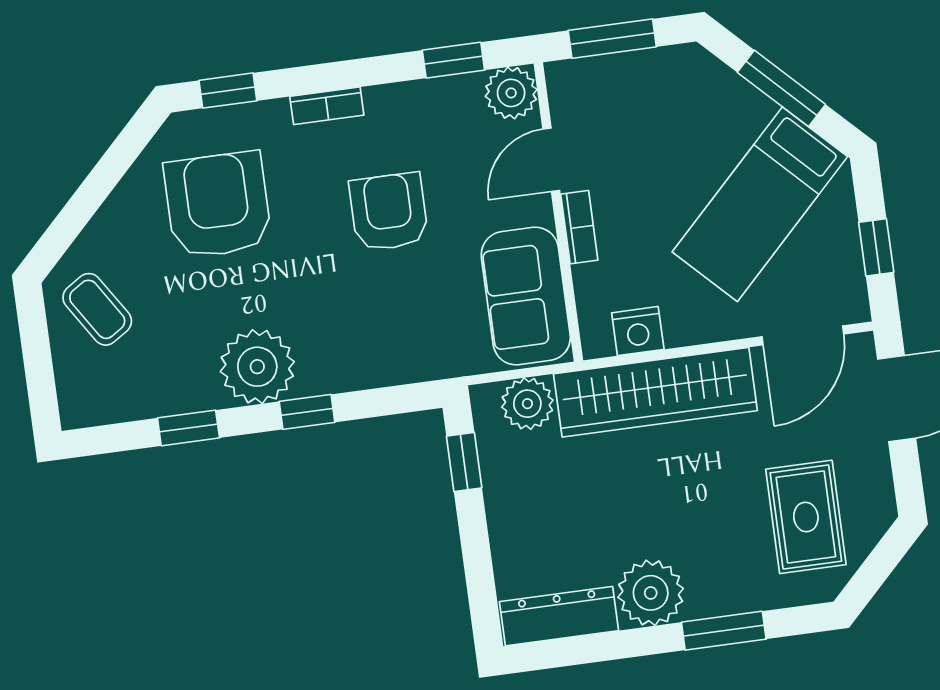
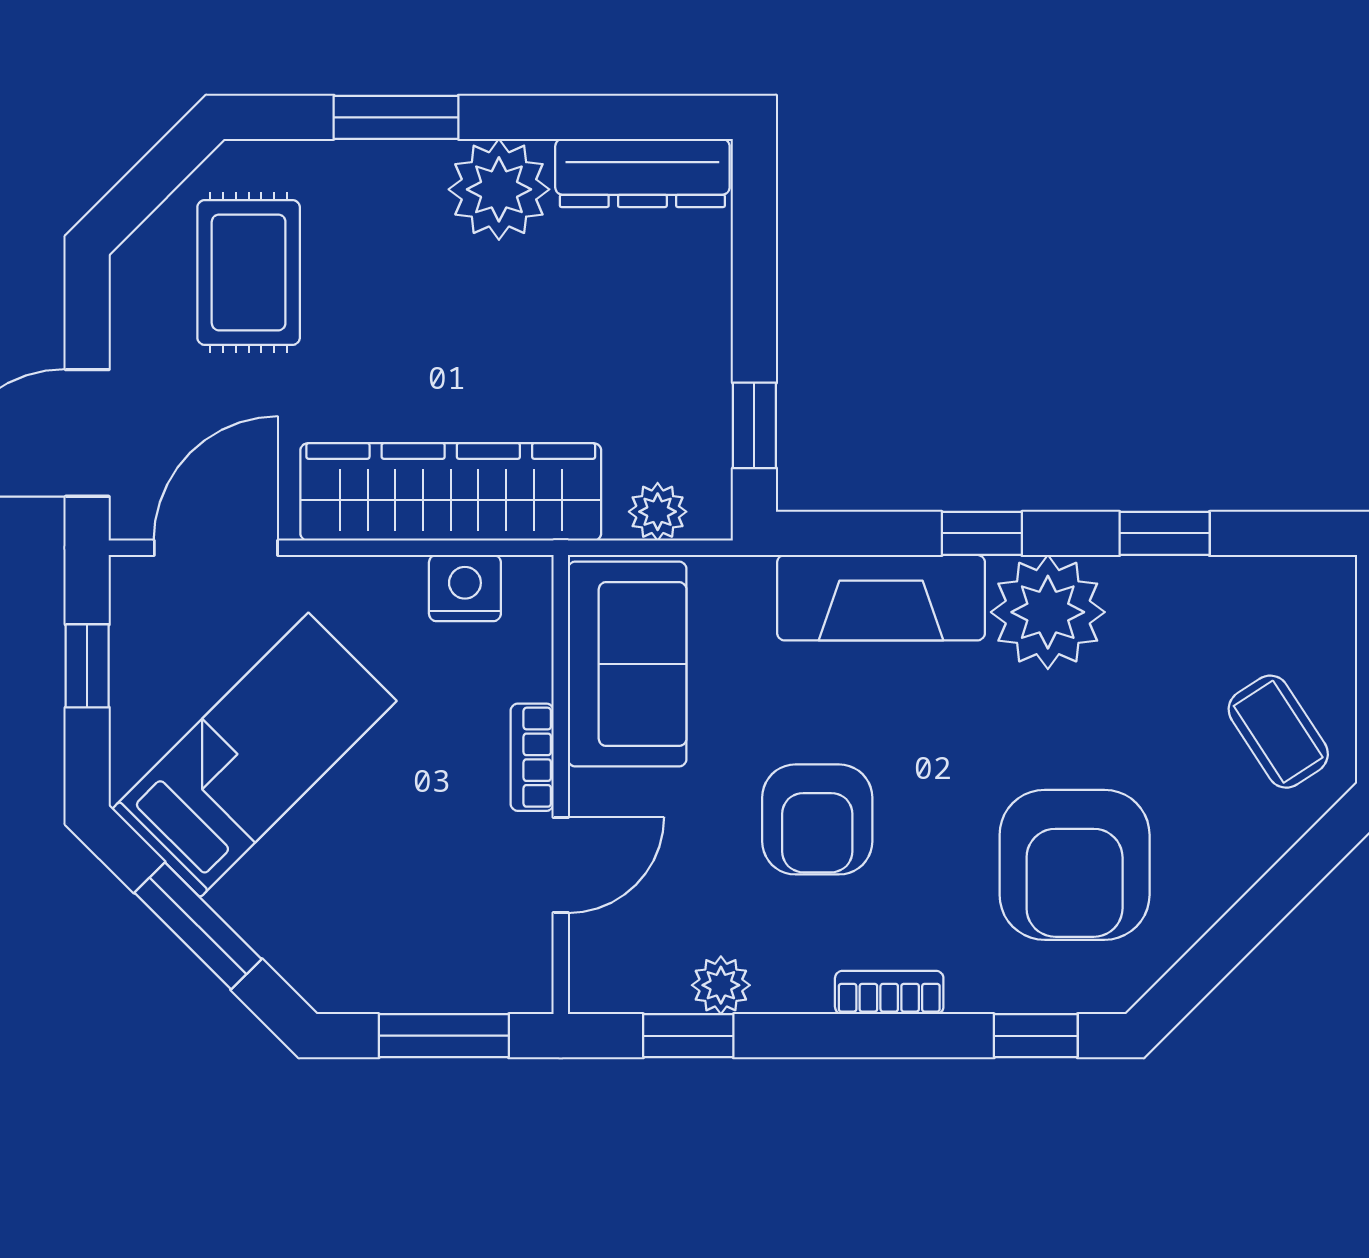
plant: (511, 93) -> (721, 985), moved, width x0.73, depth x0.73
fireplace: (367, 361) -> (881, 598), added
plant: (527, 404) -> (658, 512), width x0.73, depth x0.73

